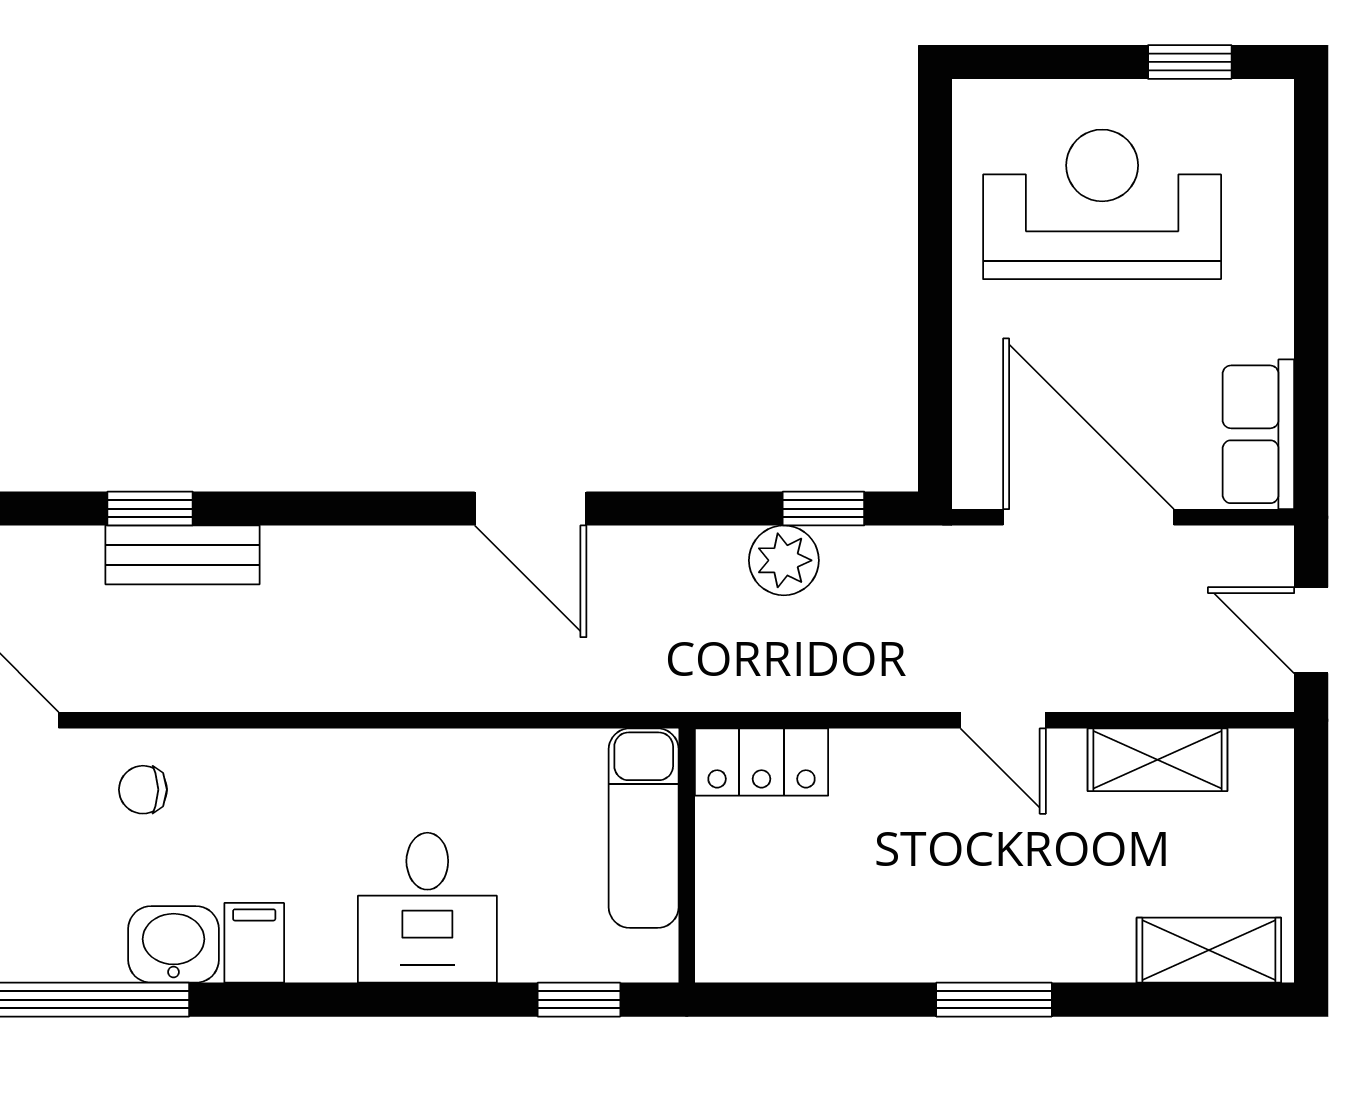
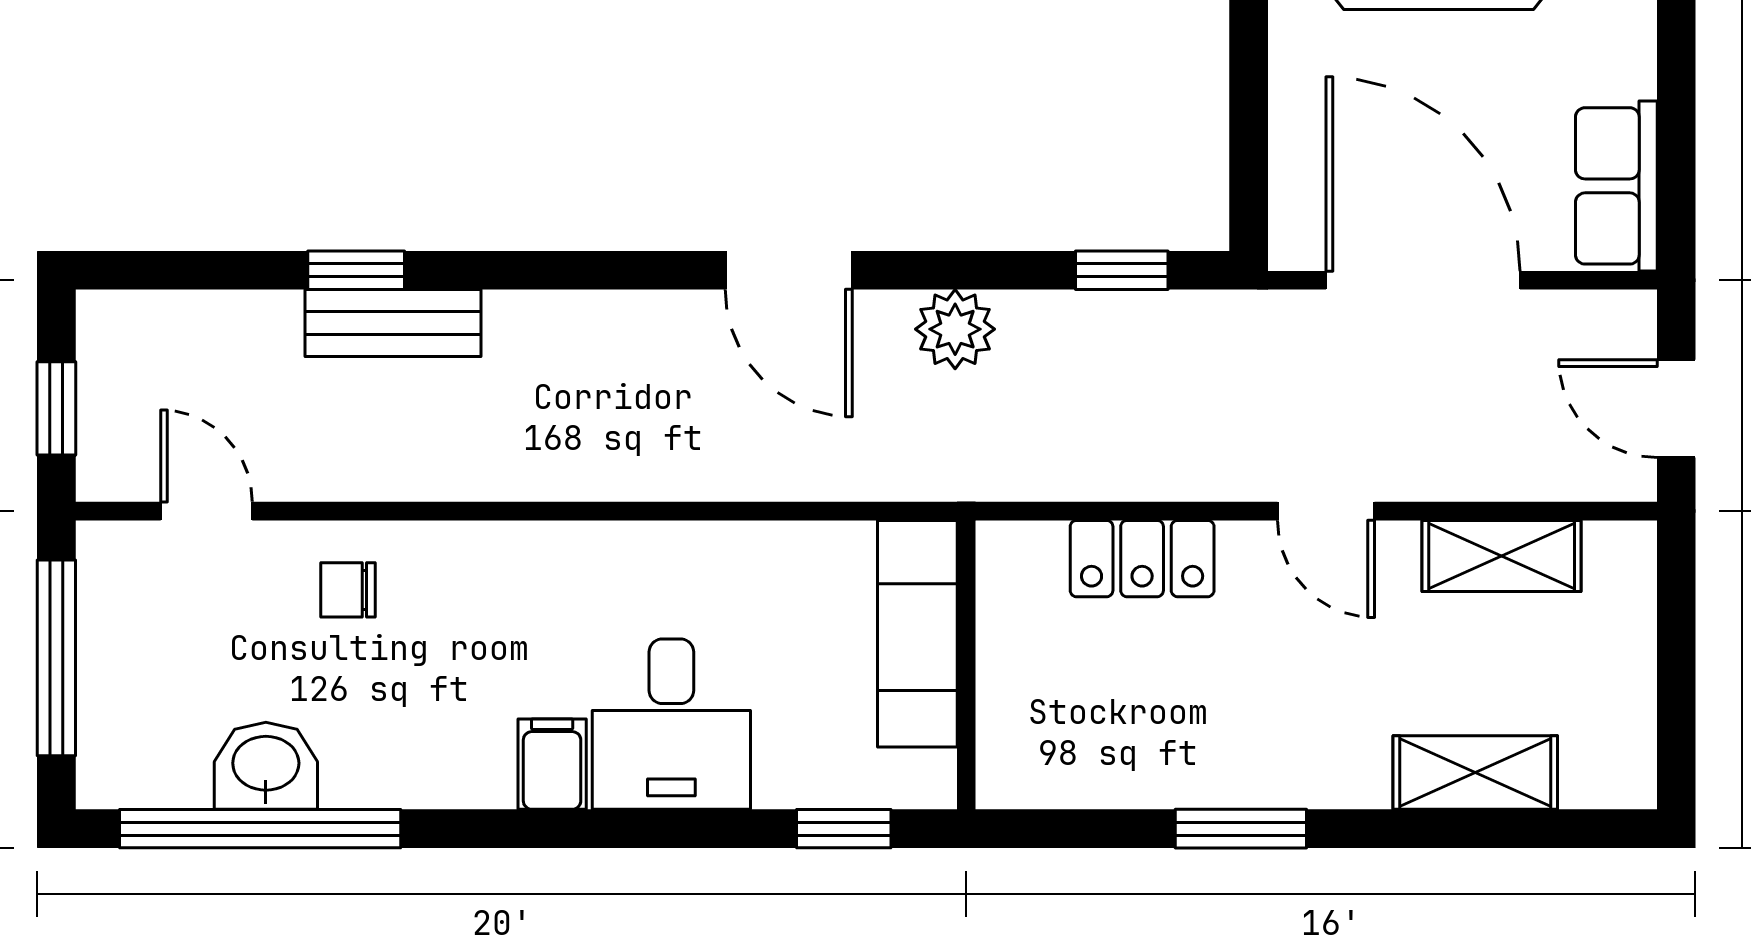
plant: (784, 560) -> (955, 329), moved
locker: (762, 762) -> (1142, 559), moved
filing cabinet: (254, 943) -> (552, 764), moved
washbasin: (174, 944) -> (266, 766), moved
shelving: (1209, 950) -> (1475, 772), moved
window: (994, 1000) -> (1241, 829), moved

